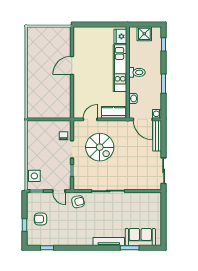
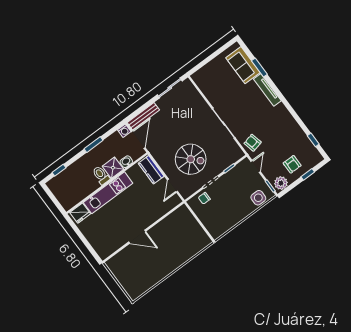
shower: (144, 34) -> (113, 168), moved
door: (90, 119) -> (173, 186), hinge flipped
spiral stairs: (100, 147) -> (191, 159), turned 90
plant: (33, 201) -> (281, 183), added

